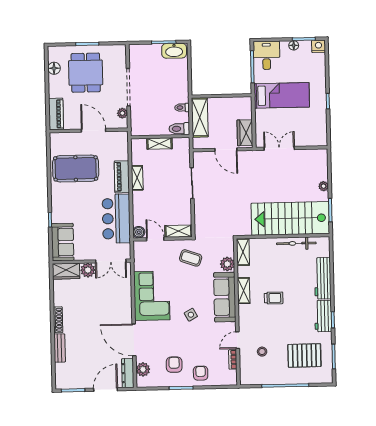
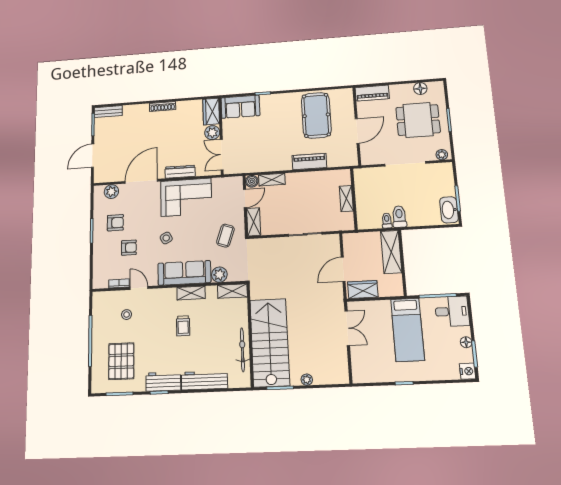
plant: (122, 113) -> (442, 155), moved
shelving: (200, 117) -> (391, 252), moved, turned 90
toilet: (179, 129) -> (399, 217), moved
shelving: (137, 178) -> (272, 180), moved
bar counter: (116, 219) -> (265, 158), removed
bench: (60, 348) -> (108, 112), moved
dresser: (128, 373) -> (180, 172), moved
armchair: (201, 373) -> (129, 248), moved
door: (106, 390) -> (93, 156), swing flipped

